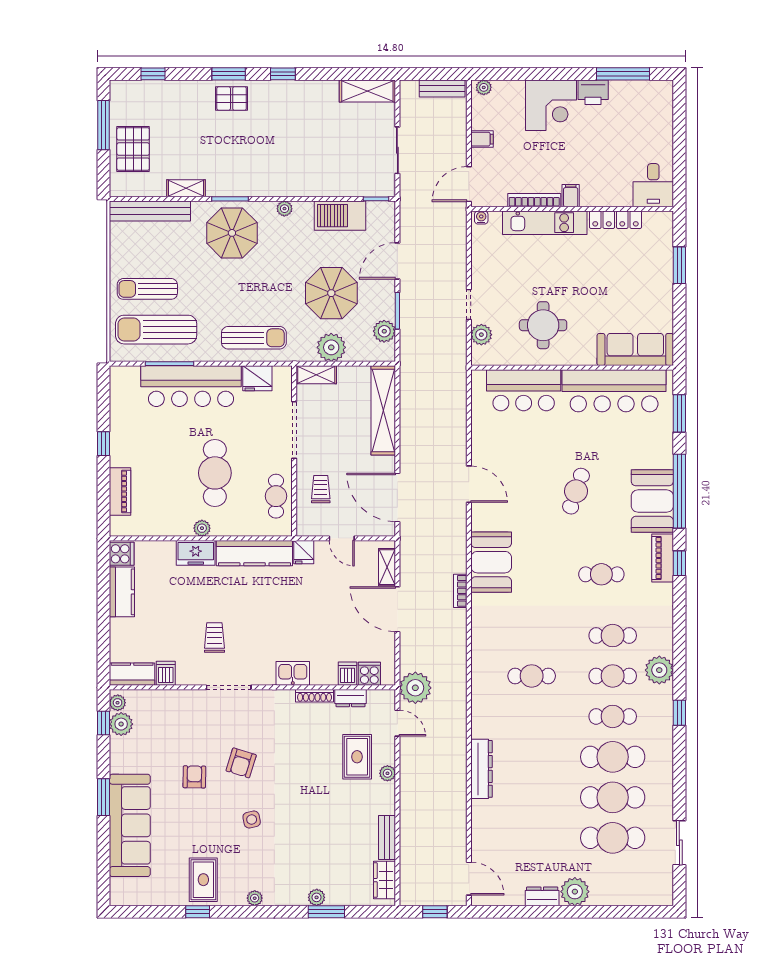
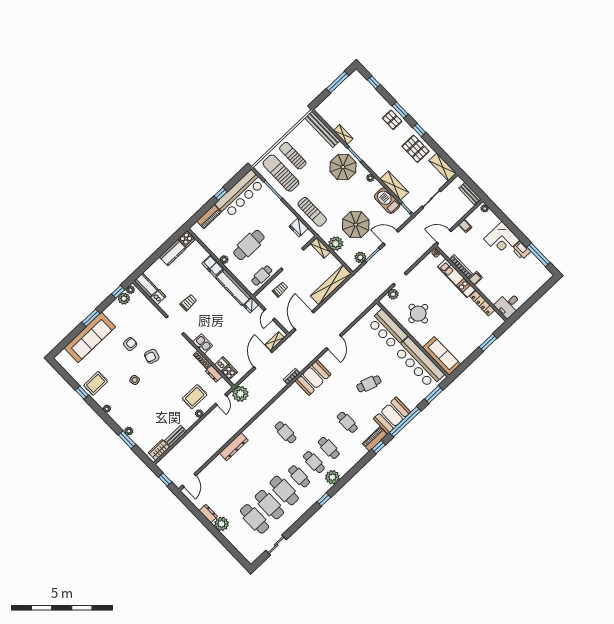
pallet: (133, 149) -> (415, 149), moved, turned 90
shelving: (328, 185) -> (394, 186), added
bar counter: (191, 386) -> (240, 194), moved, turned -90

